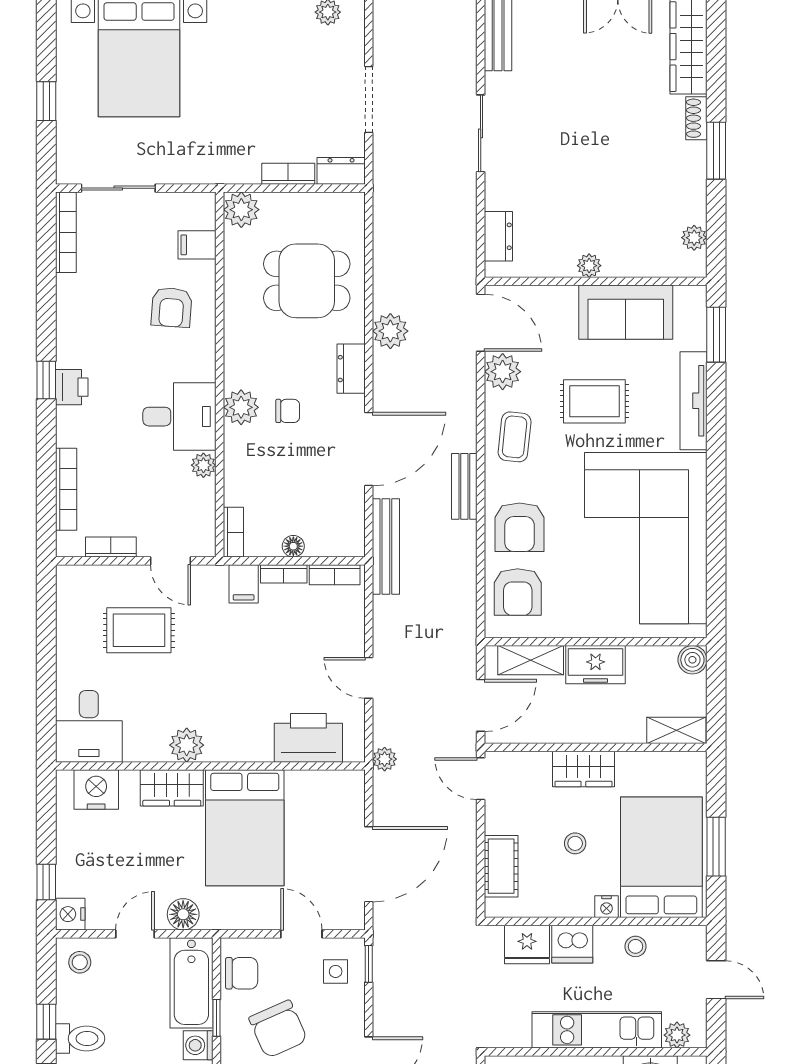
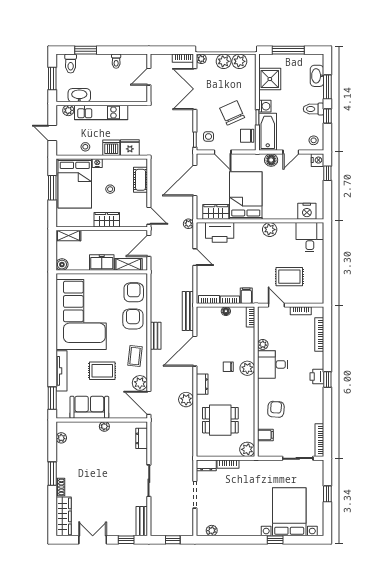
wardrobe: (172, 788) -> (216, 212), moved

